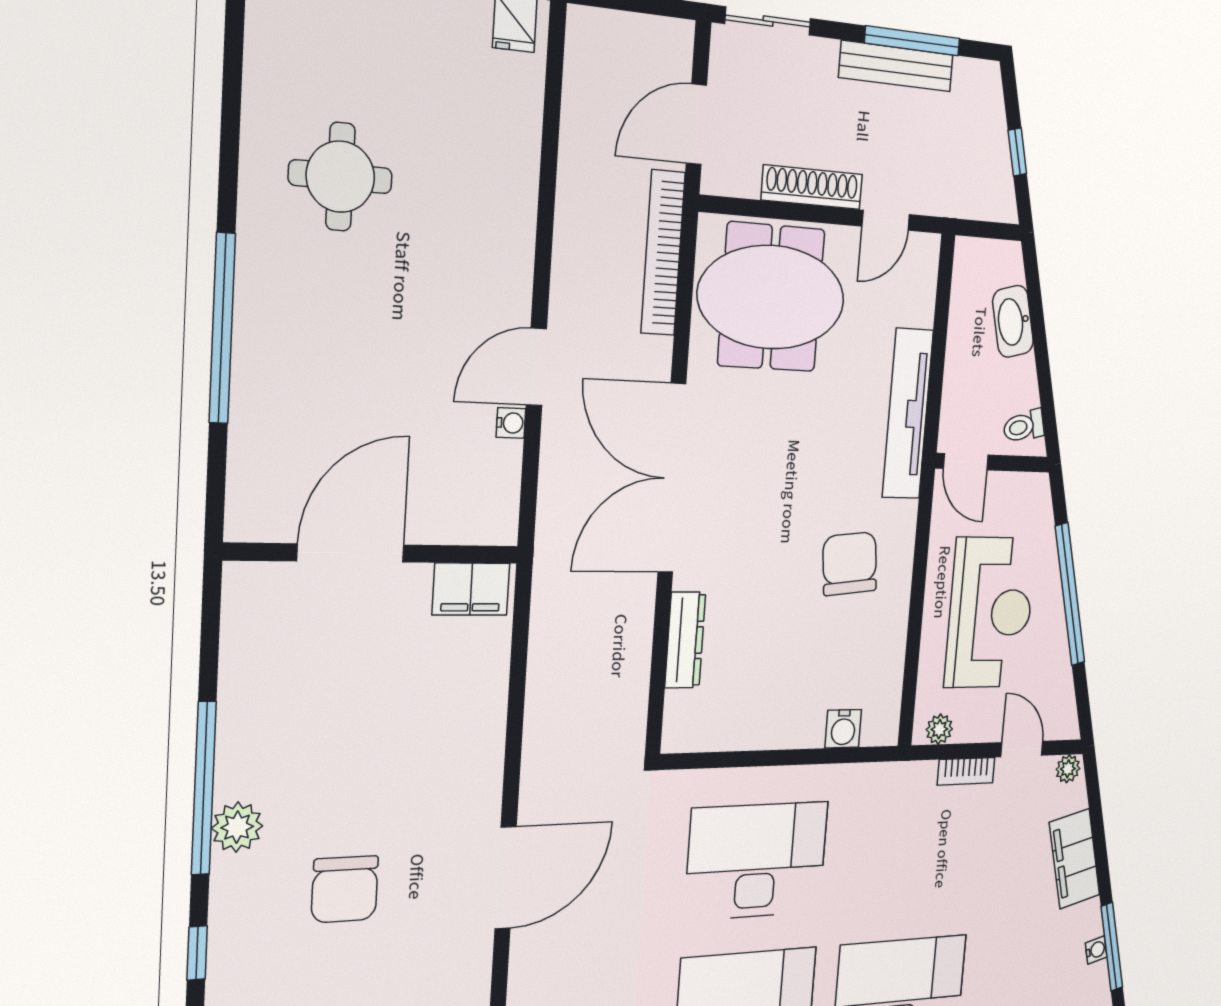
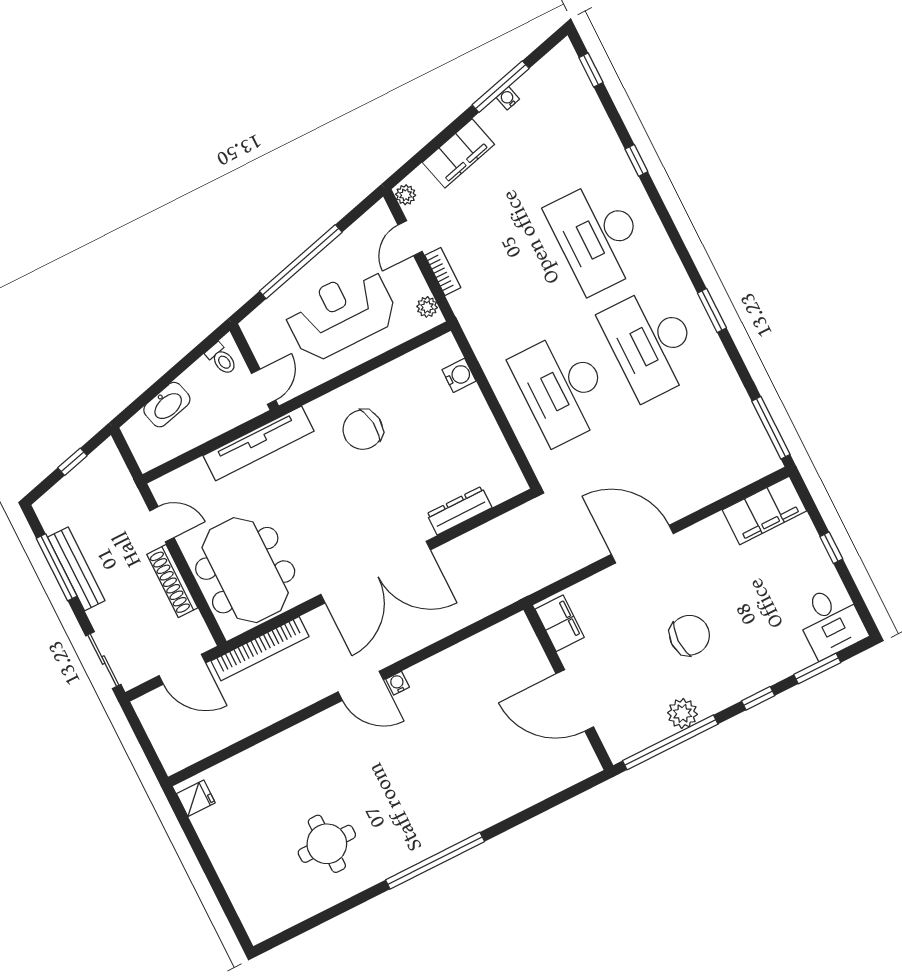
door: (351, 553) -> (575, 700), moved
wall: (374, 553) -> (568, 688), moved
filing cabinet: (471, 589) -> (560, 623), moved

